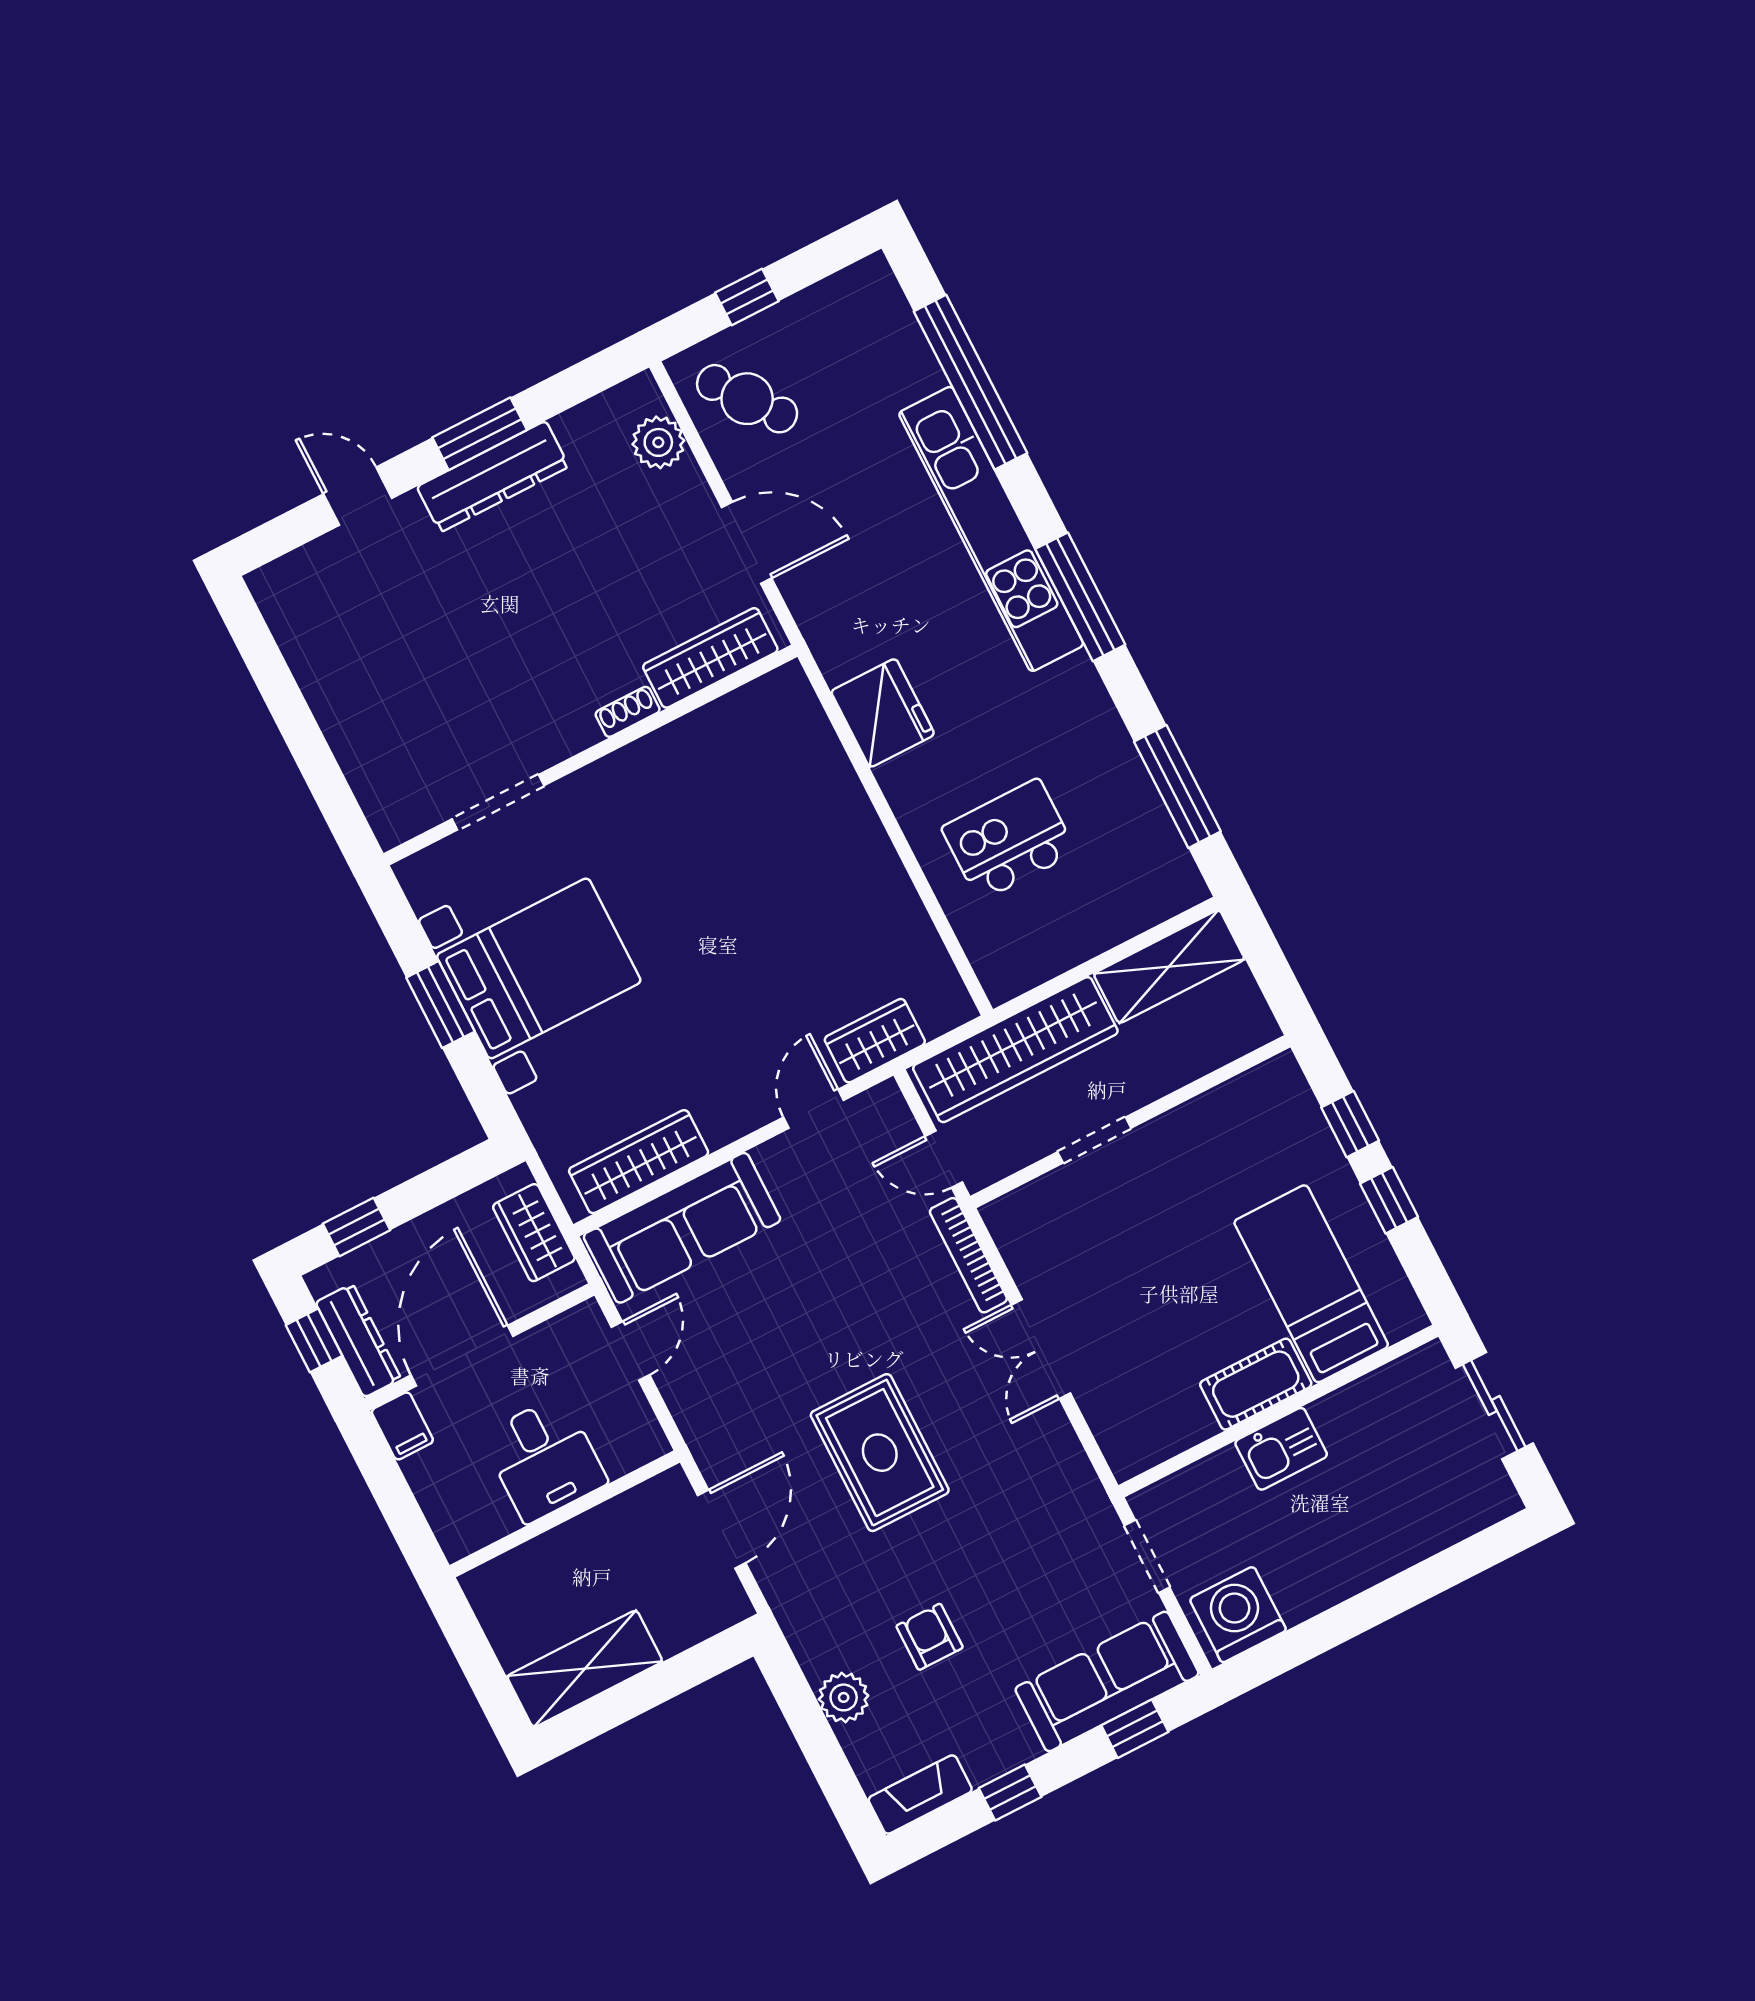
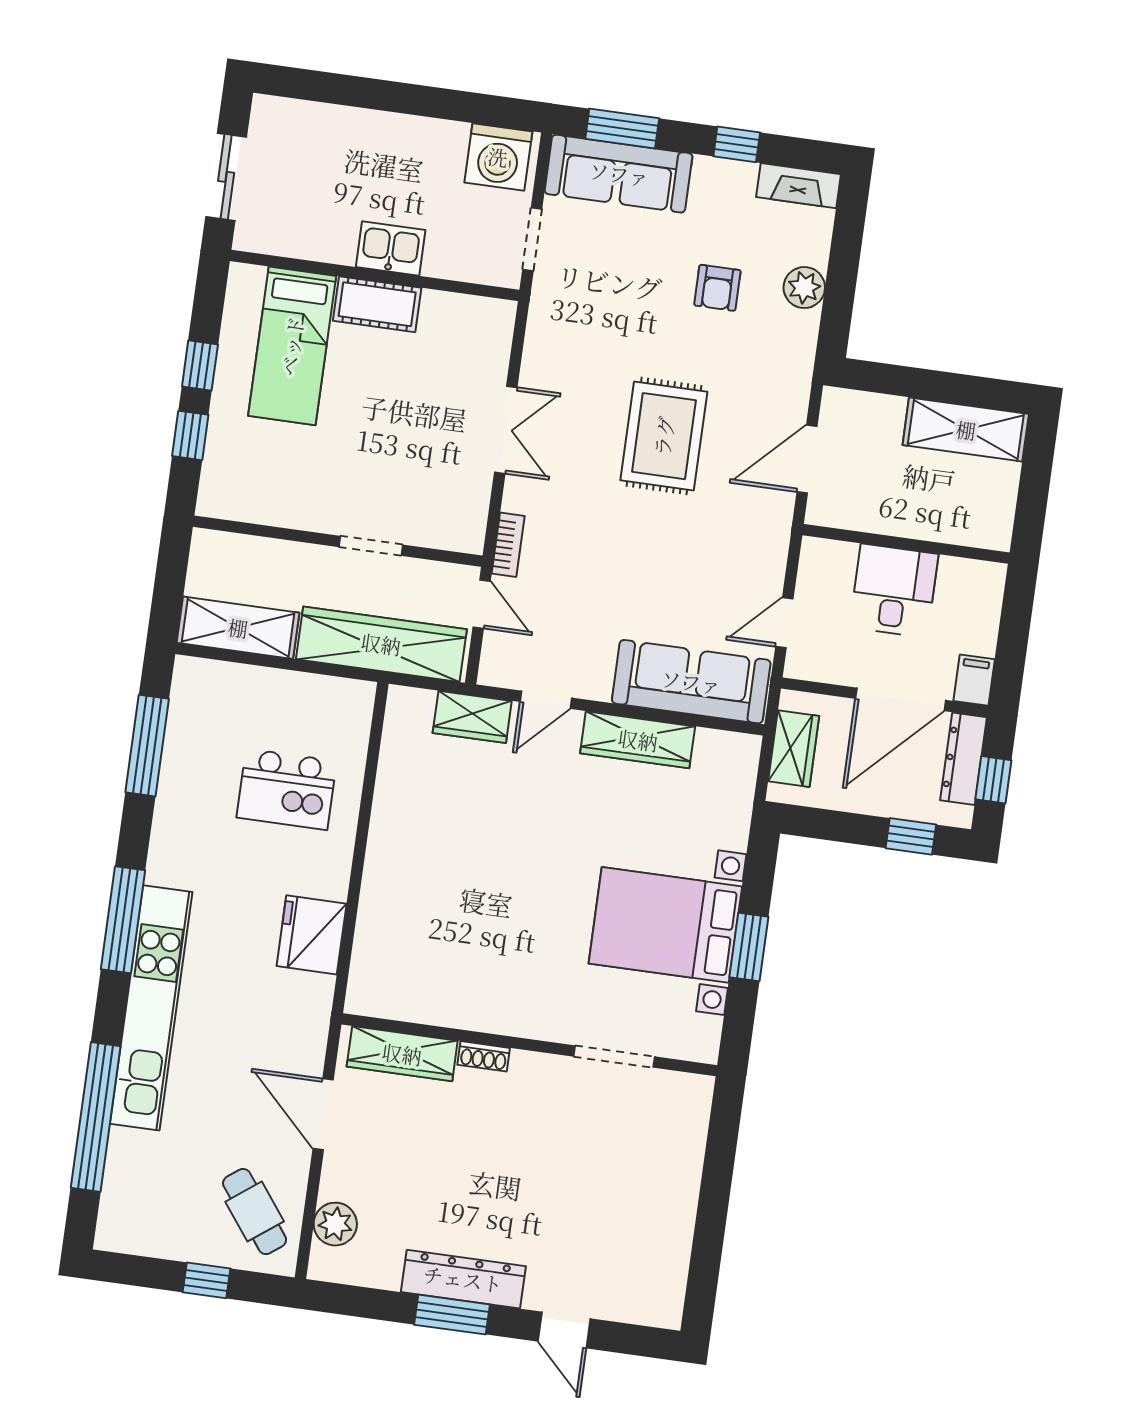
wardrobe: (639, 1162) -> (638, 740), moved
bookcase: (968, 1255) -> (508, 545), width x0.64
window: (1135, 1729) -> (622, 128), width x1.50

